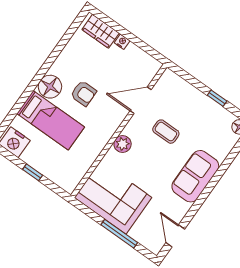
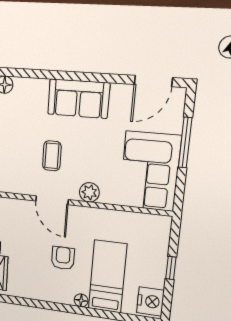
floor lamp: (50, 87) -> (81, 300), width x0.53, depth x0.53
door: (141, 100) -> (52, 200), moved
door: (175, 236) -> (153, 81), width x1.38

